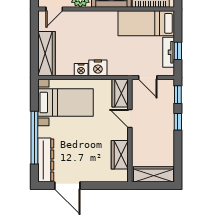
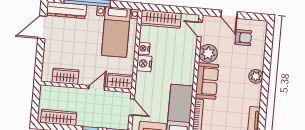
door: (148, 78) -> (132, 107), swing flipped
wardrobe: (153, 174) -> (59, 117), moved, turned -90

